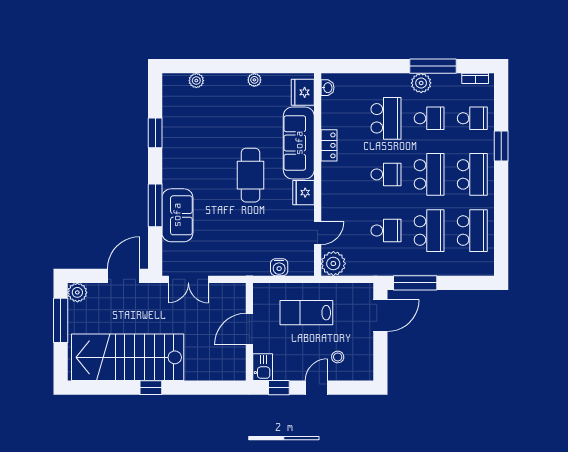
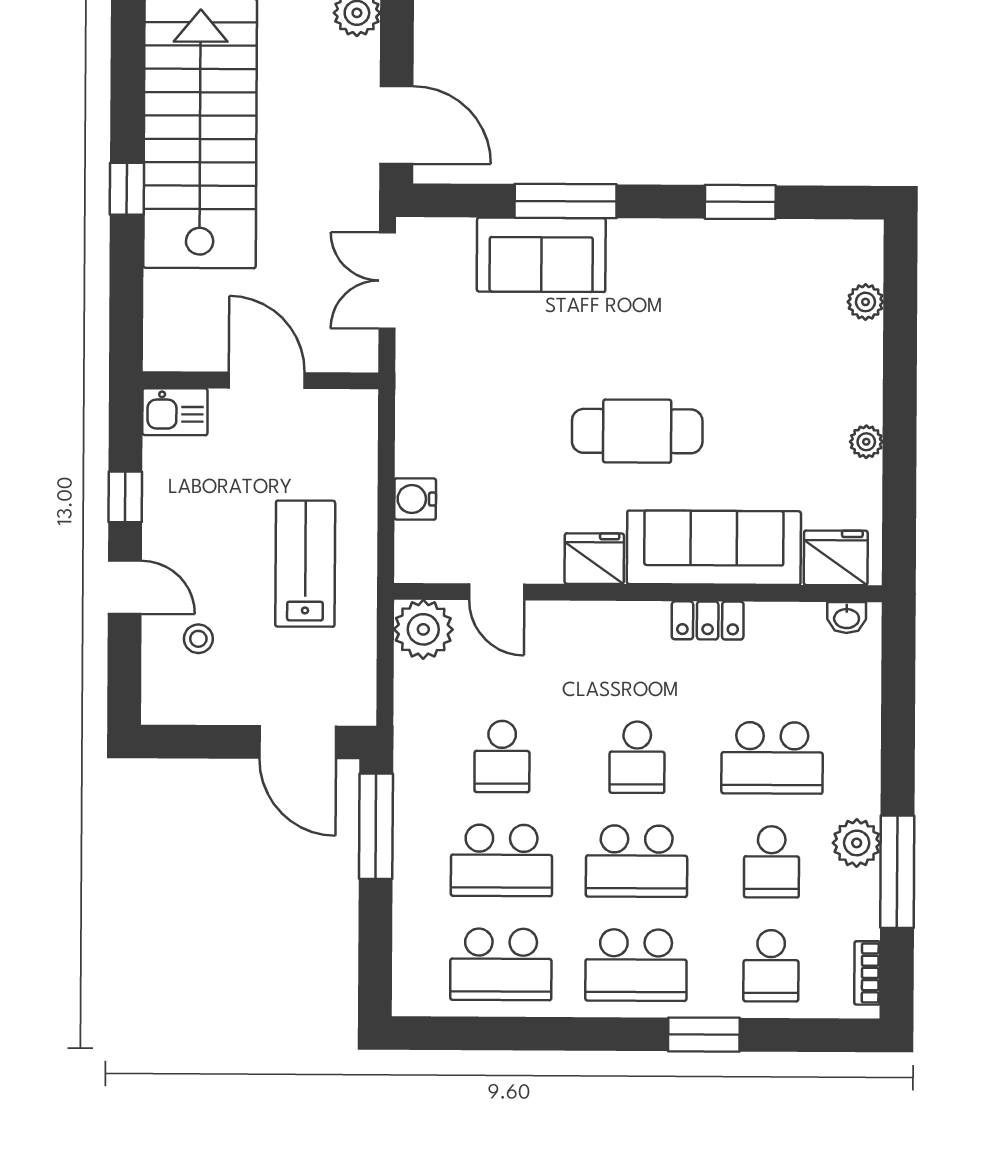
door: (249, 329) -> (267, 380), moved
wall: (249, 332) -> (260, 380), moved
kitchen sink: (263, 367) -> (175, 412), moved

